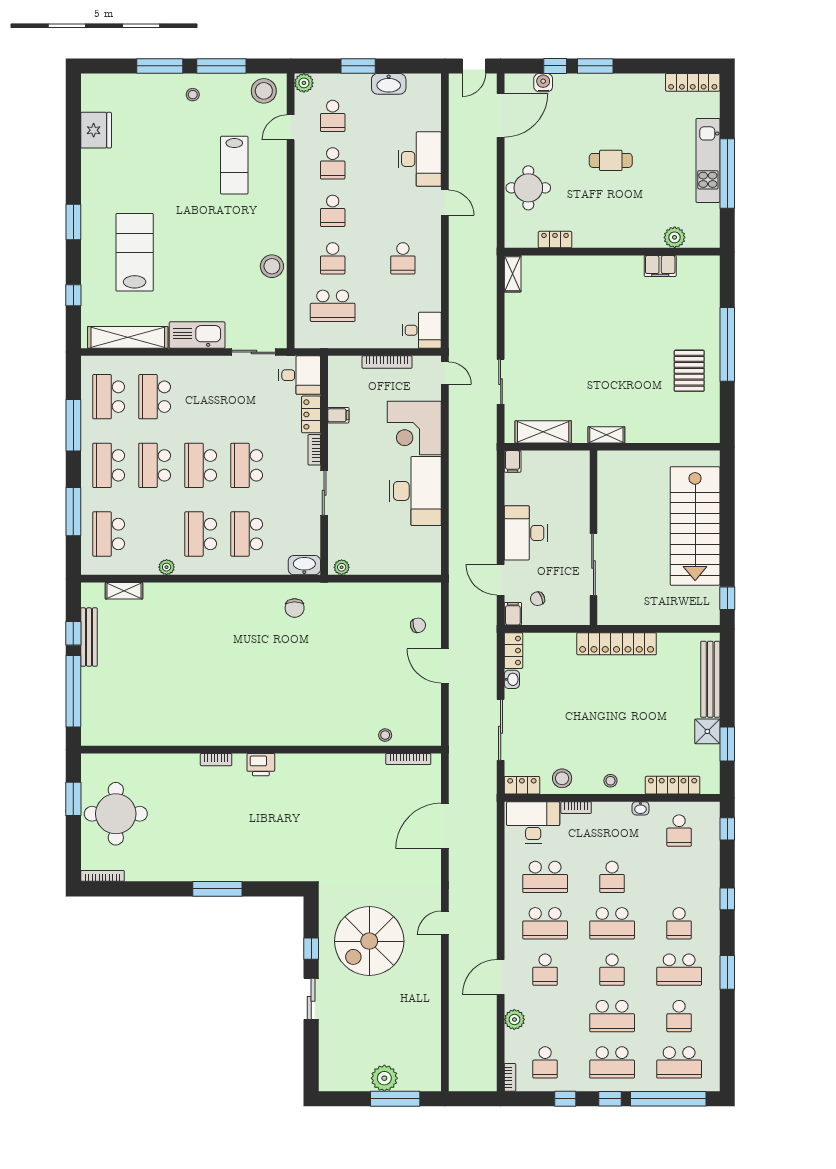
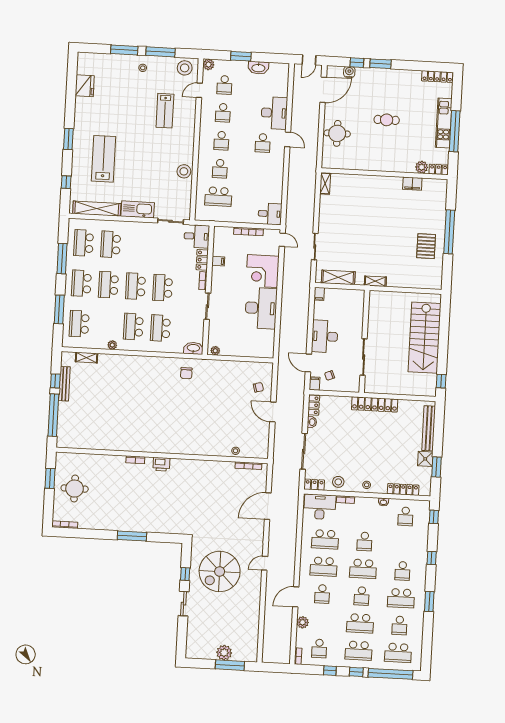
locker: (555, 240) -> (438, 169), moved
school desk: (403, 258) -> (263, 143), moved
round table: (116, 814) -> (75, 489), width x0.73, depth x0.73

